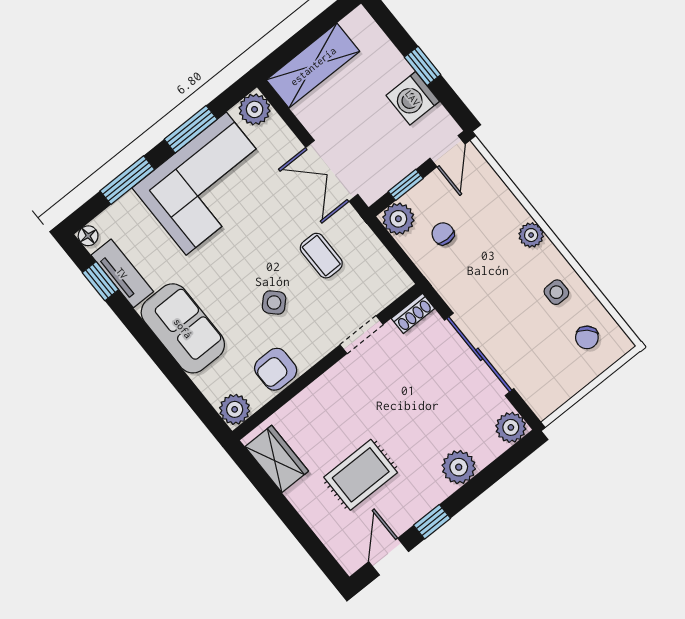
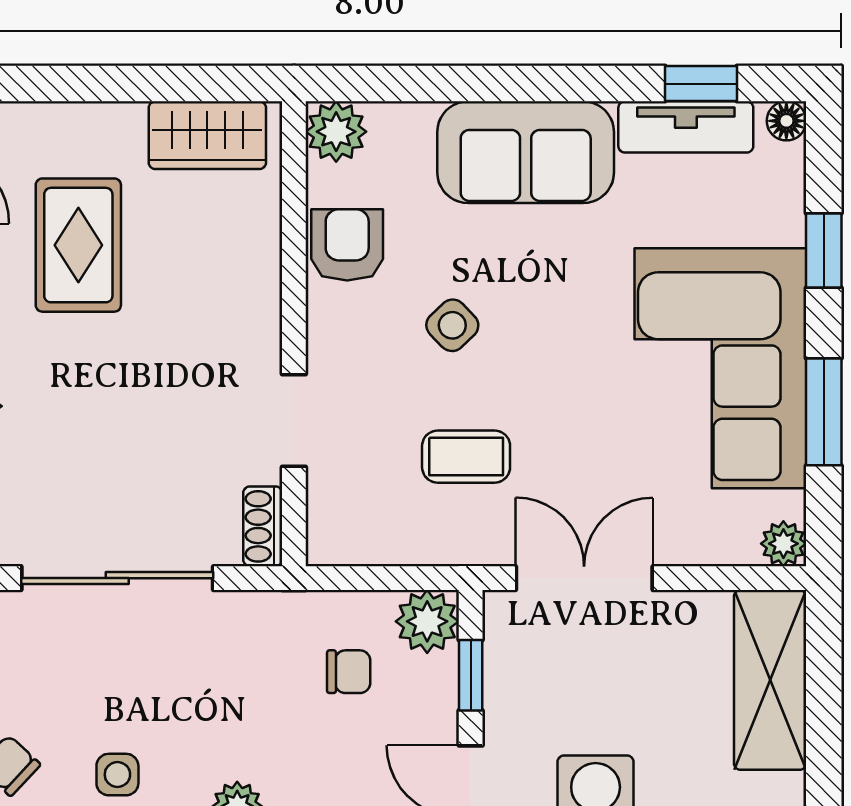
plant: (255, 109) -> (783, 544), width x0.73, depth x0.73
window: (127, 180) -> (824, 250), width x0.67

